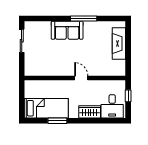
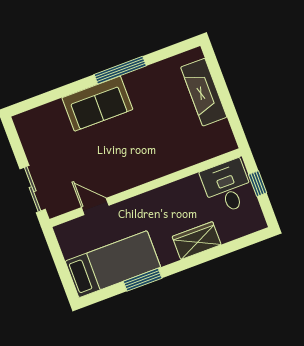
sliding door: (22, 41) -> (33, 189), moved
door: (81, 78) -> (95, 206), moved
desk: (112, 106) -> (227, 187), moved, turned 180

